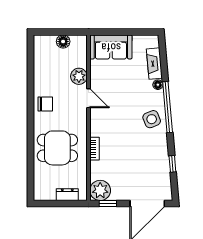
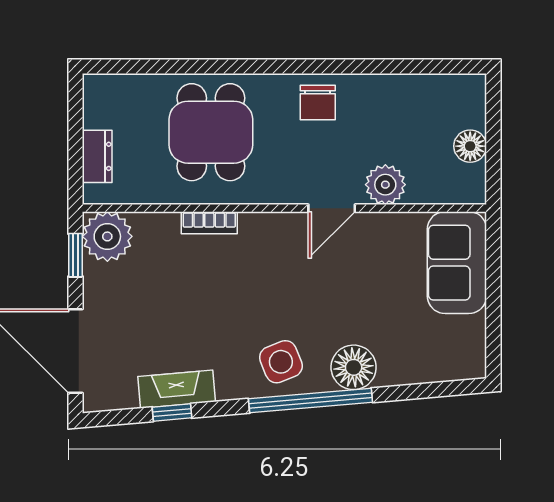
fireplace: (154, 64) -> (177, 389), moved
floor lamp: (158, 85) -> (354, 367), width x1.89, depth x1.89

